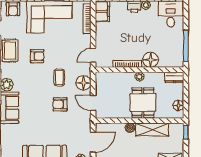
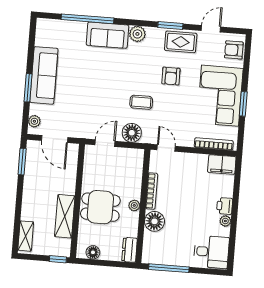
armchair: (60, 104) -> (107, 100), removed
boiler: (130, 128) -> (69, 188), removed

